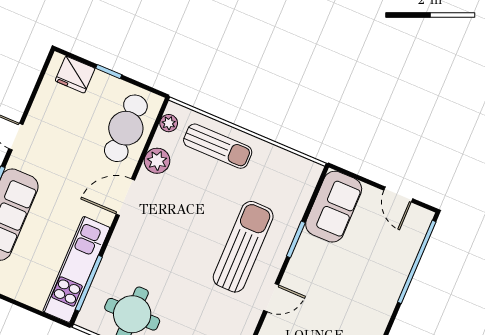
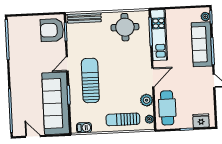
barbecue: (297, 165) -> (84, 128), added
sofa: (334, 207) -> (56, 103), width x1.85, depth x1.27
sun lounger: (243, 247) -> (90, 80), turned 180

